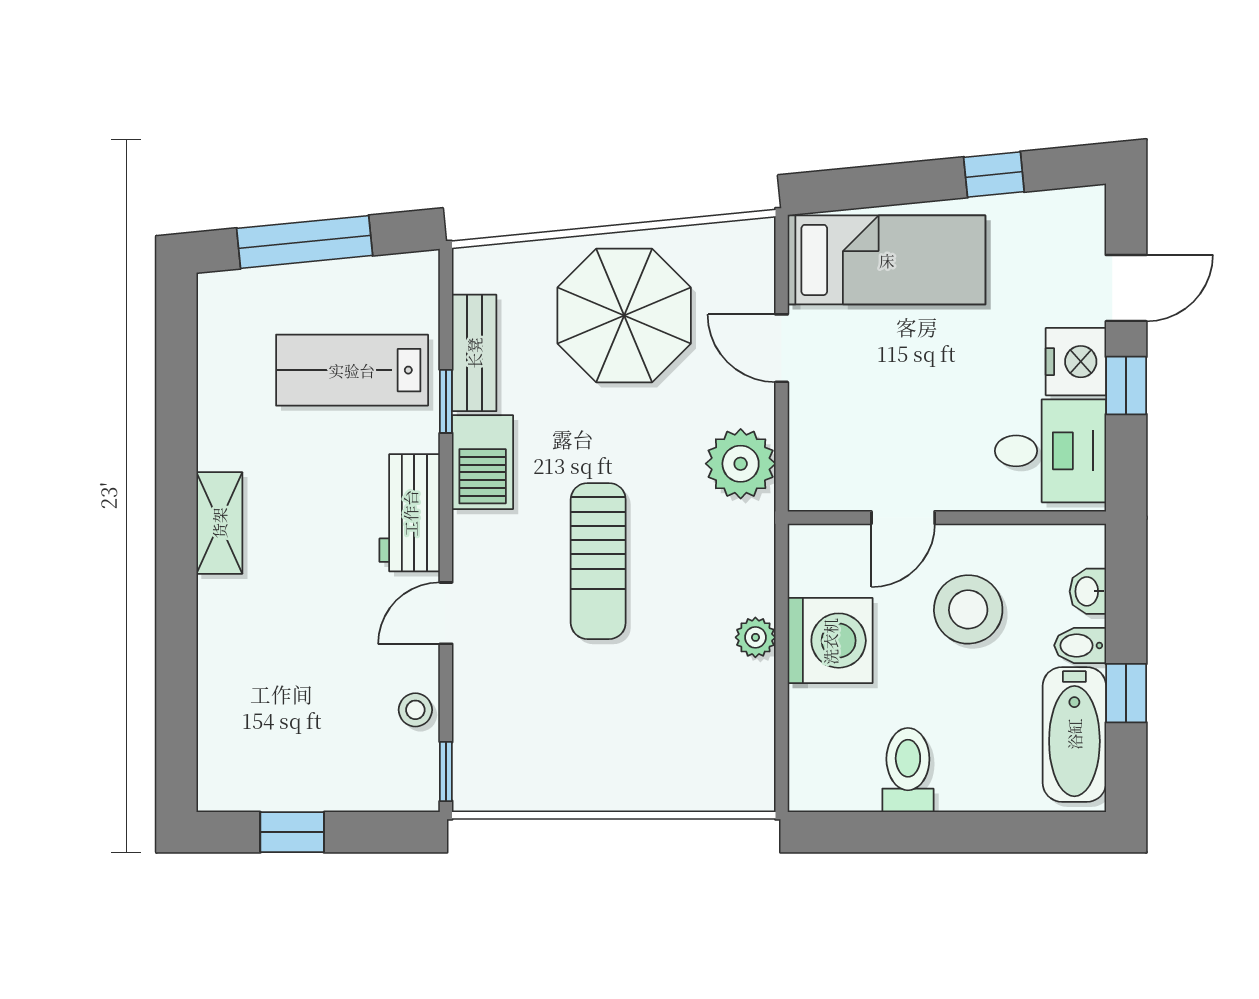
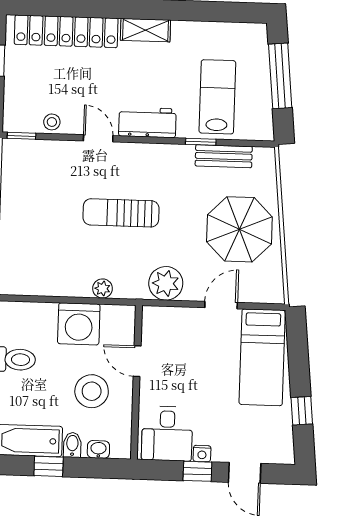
nightstand: (1076, 362) -> (202, 454), width x0.53, depth x0.56
barbecue: (483, 462) -> (171, 158), removed
plant: (755, 637) -> (103, 288), moved
locker: (227, 687) -> (66, 31), added

